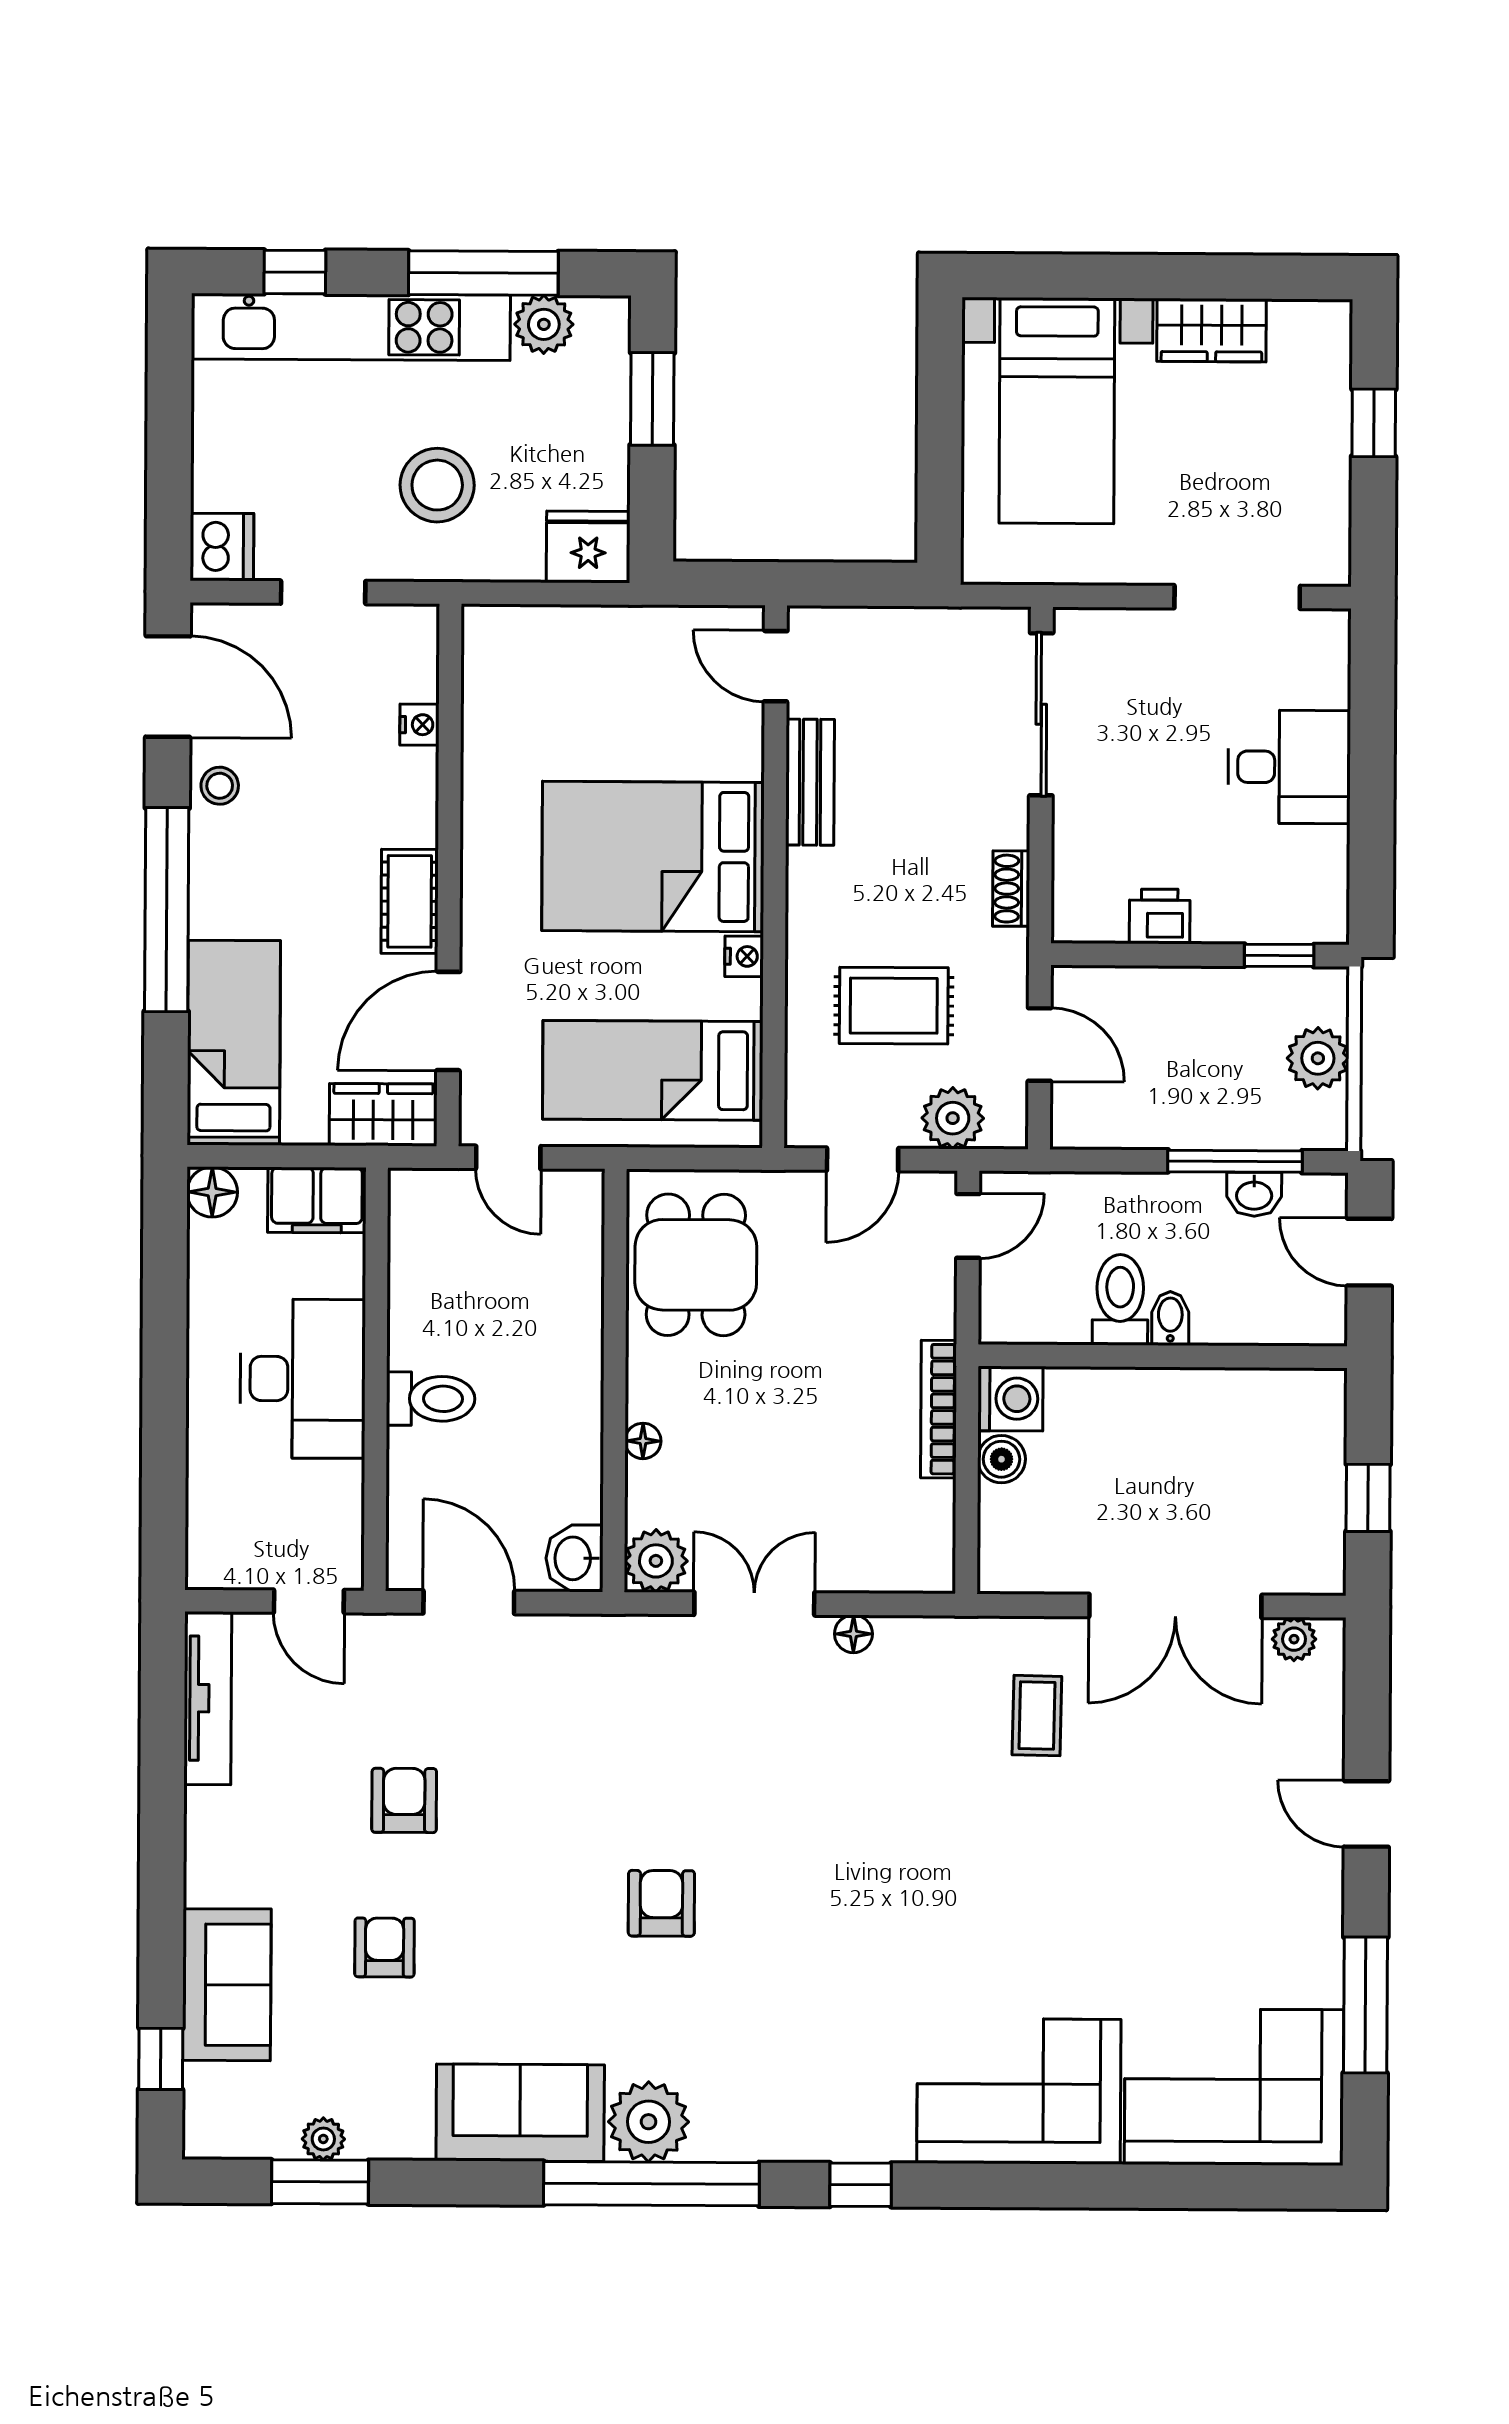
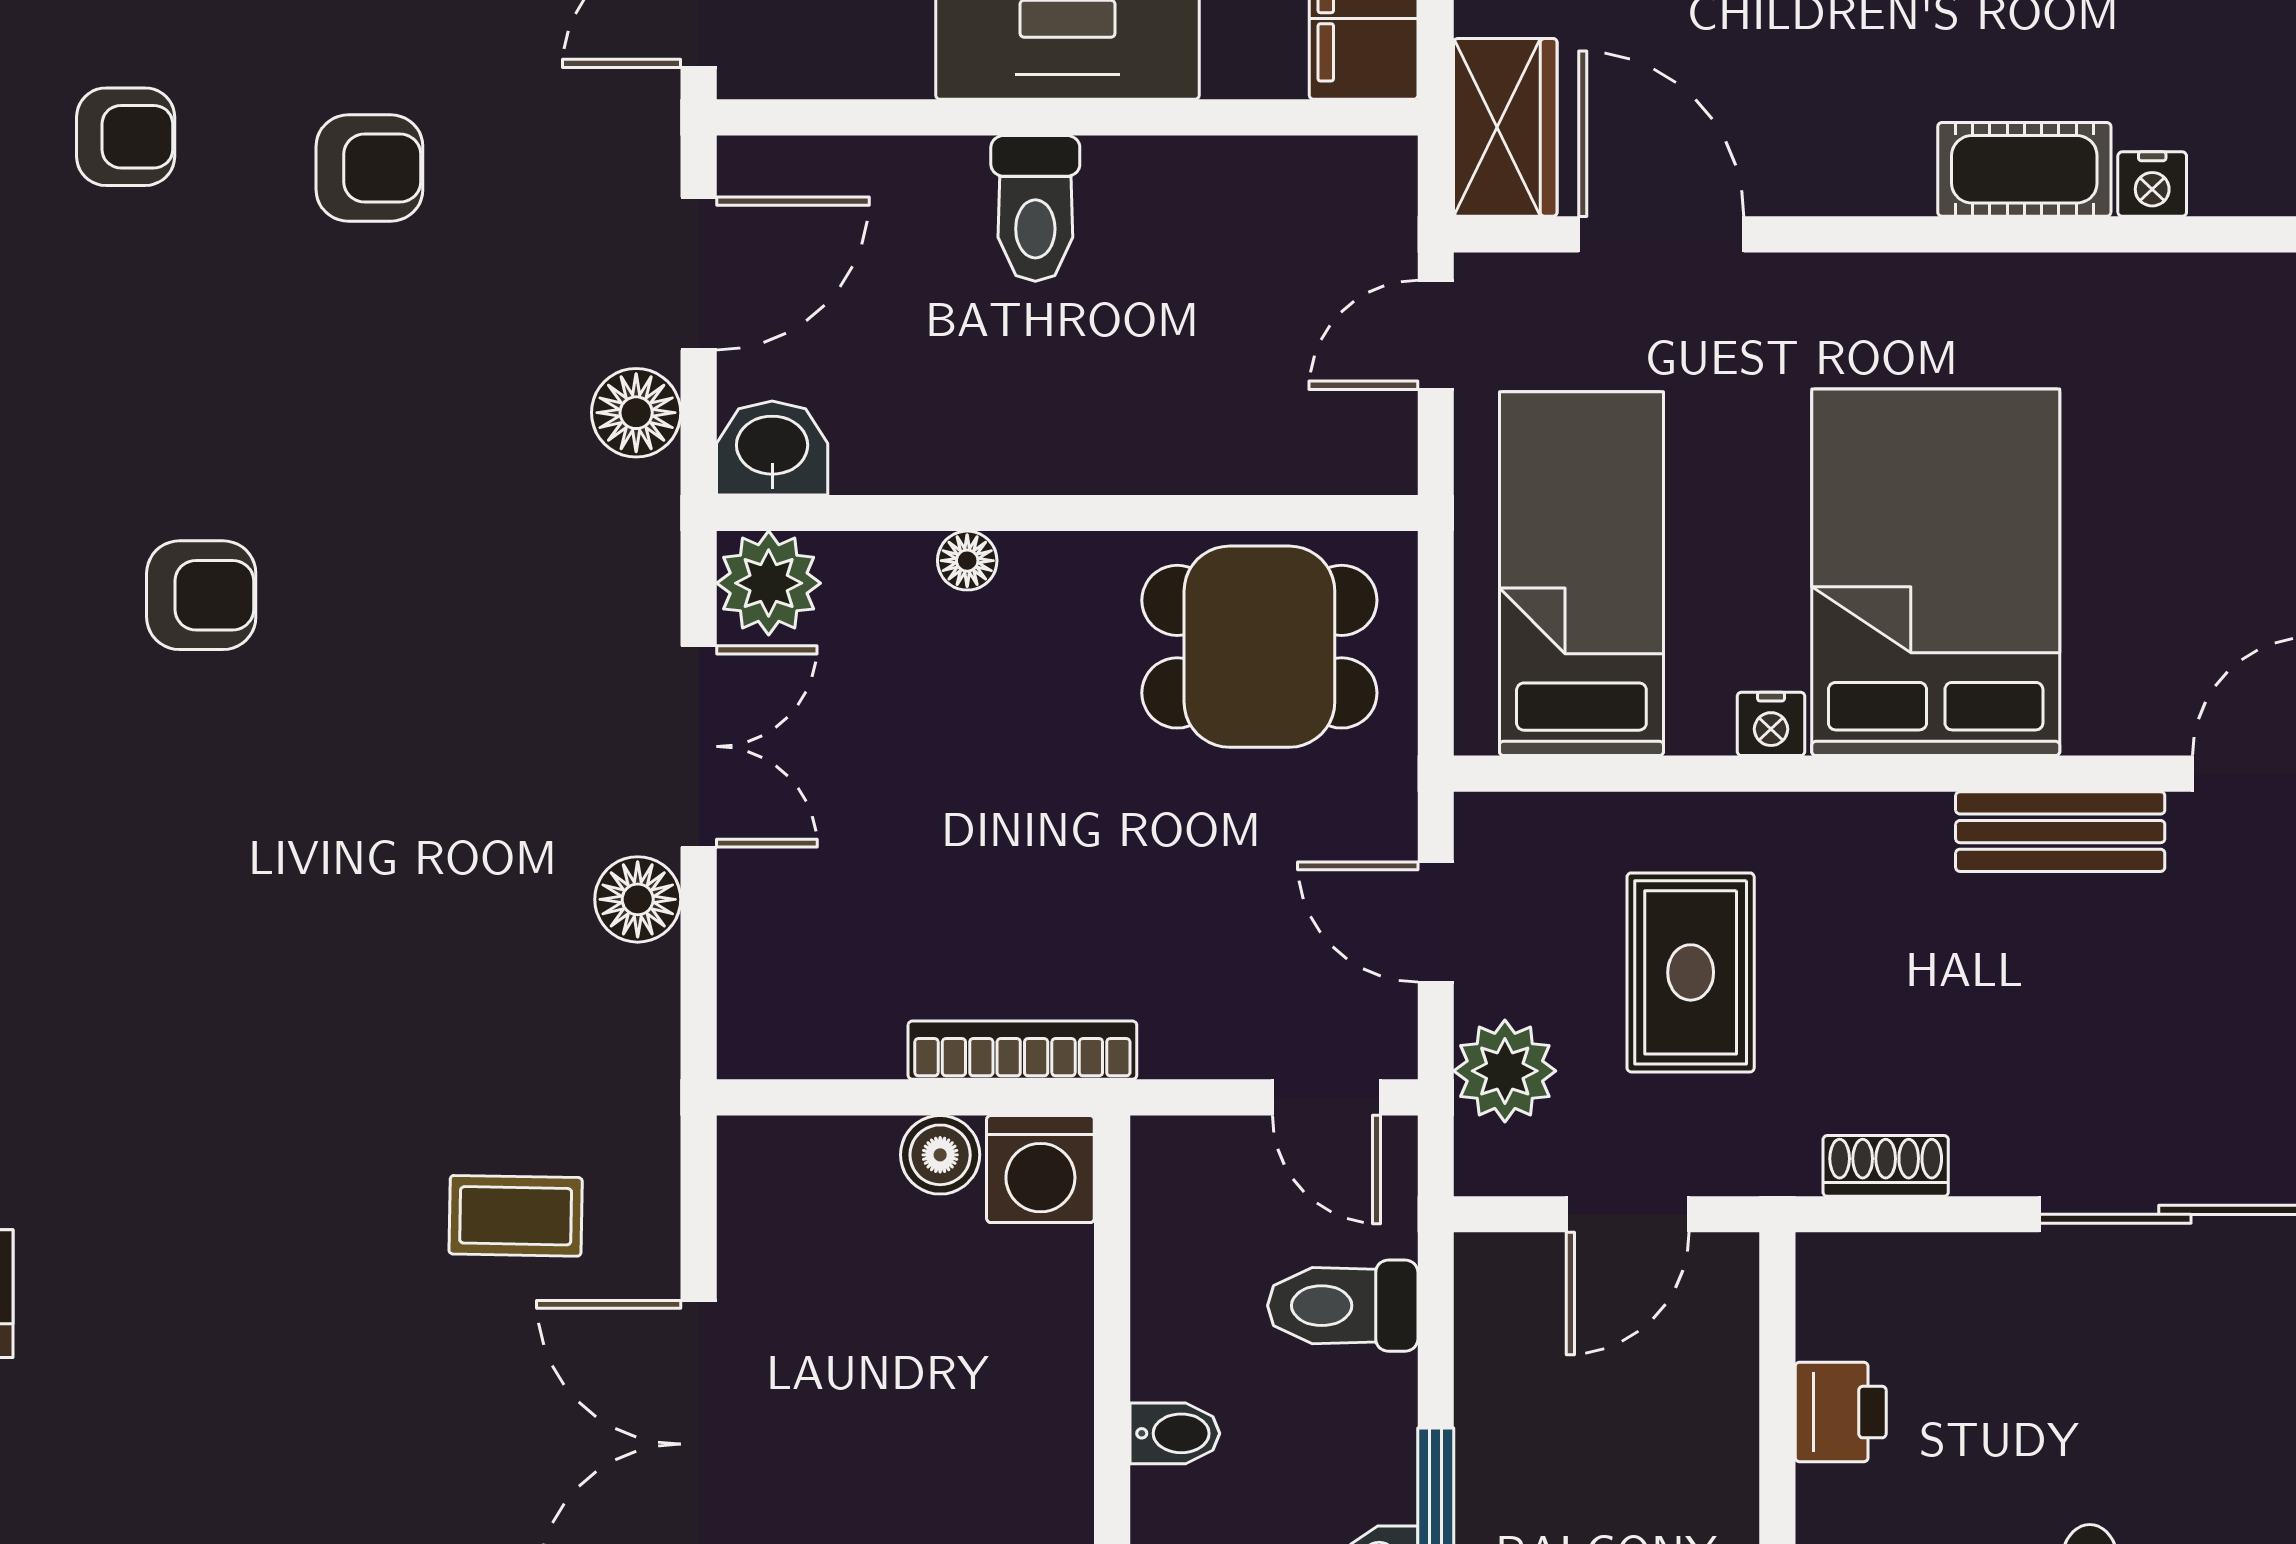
cot: (410, 901) -> (2024, 169), moved
toilet: (1120, 1300) -> (1343, 1306), moved, turned 180
floor lamp: (853, 1634) -> (638, 899), width x1.37, depth x1.37
floor lamp: (553, 1640) -> (636, 413), added

